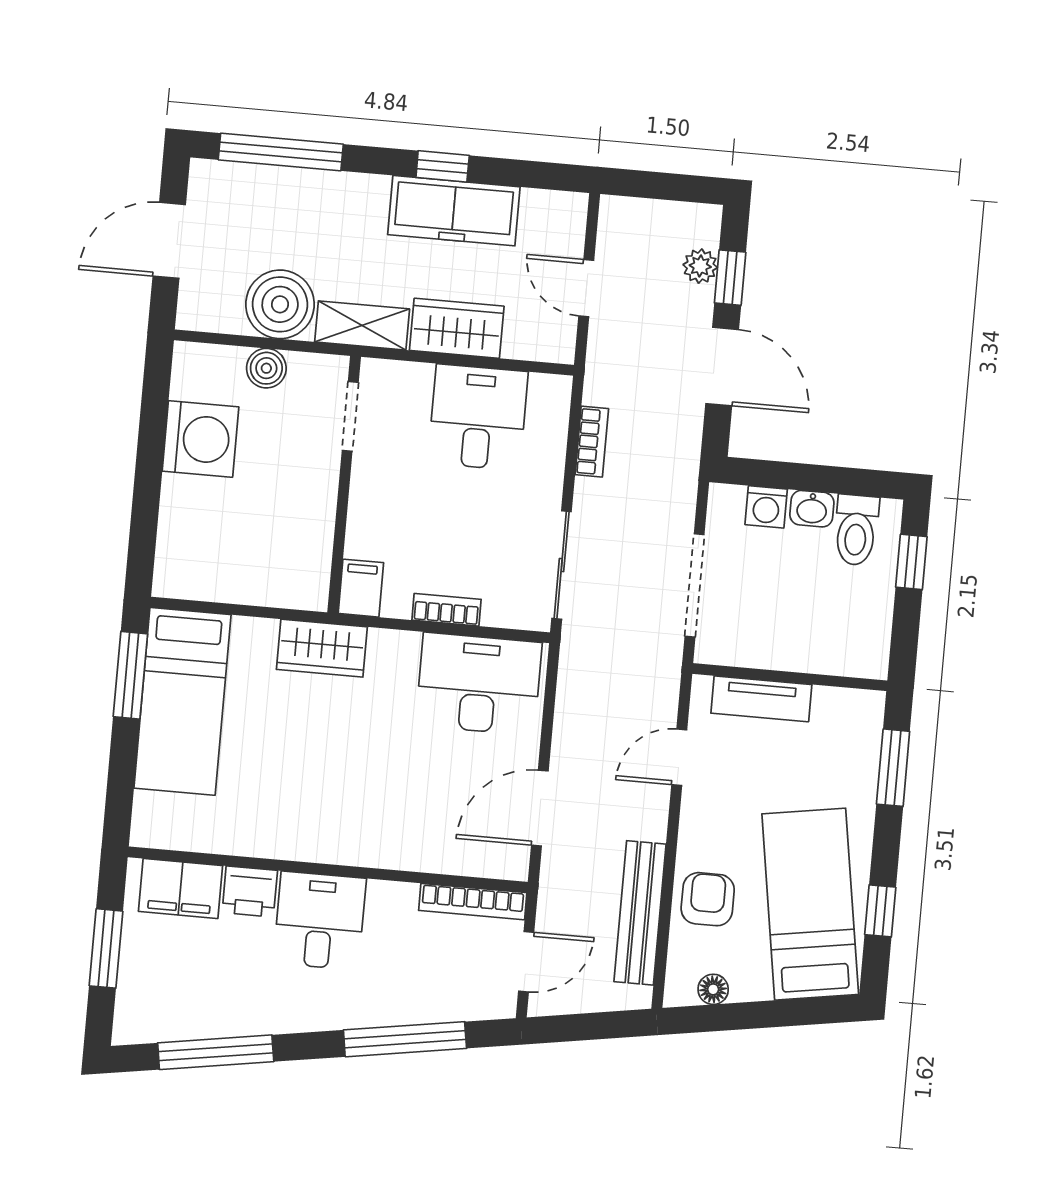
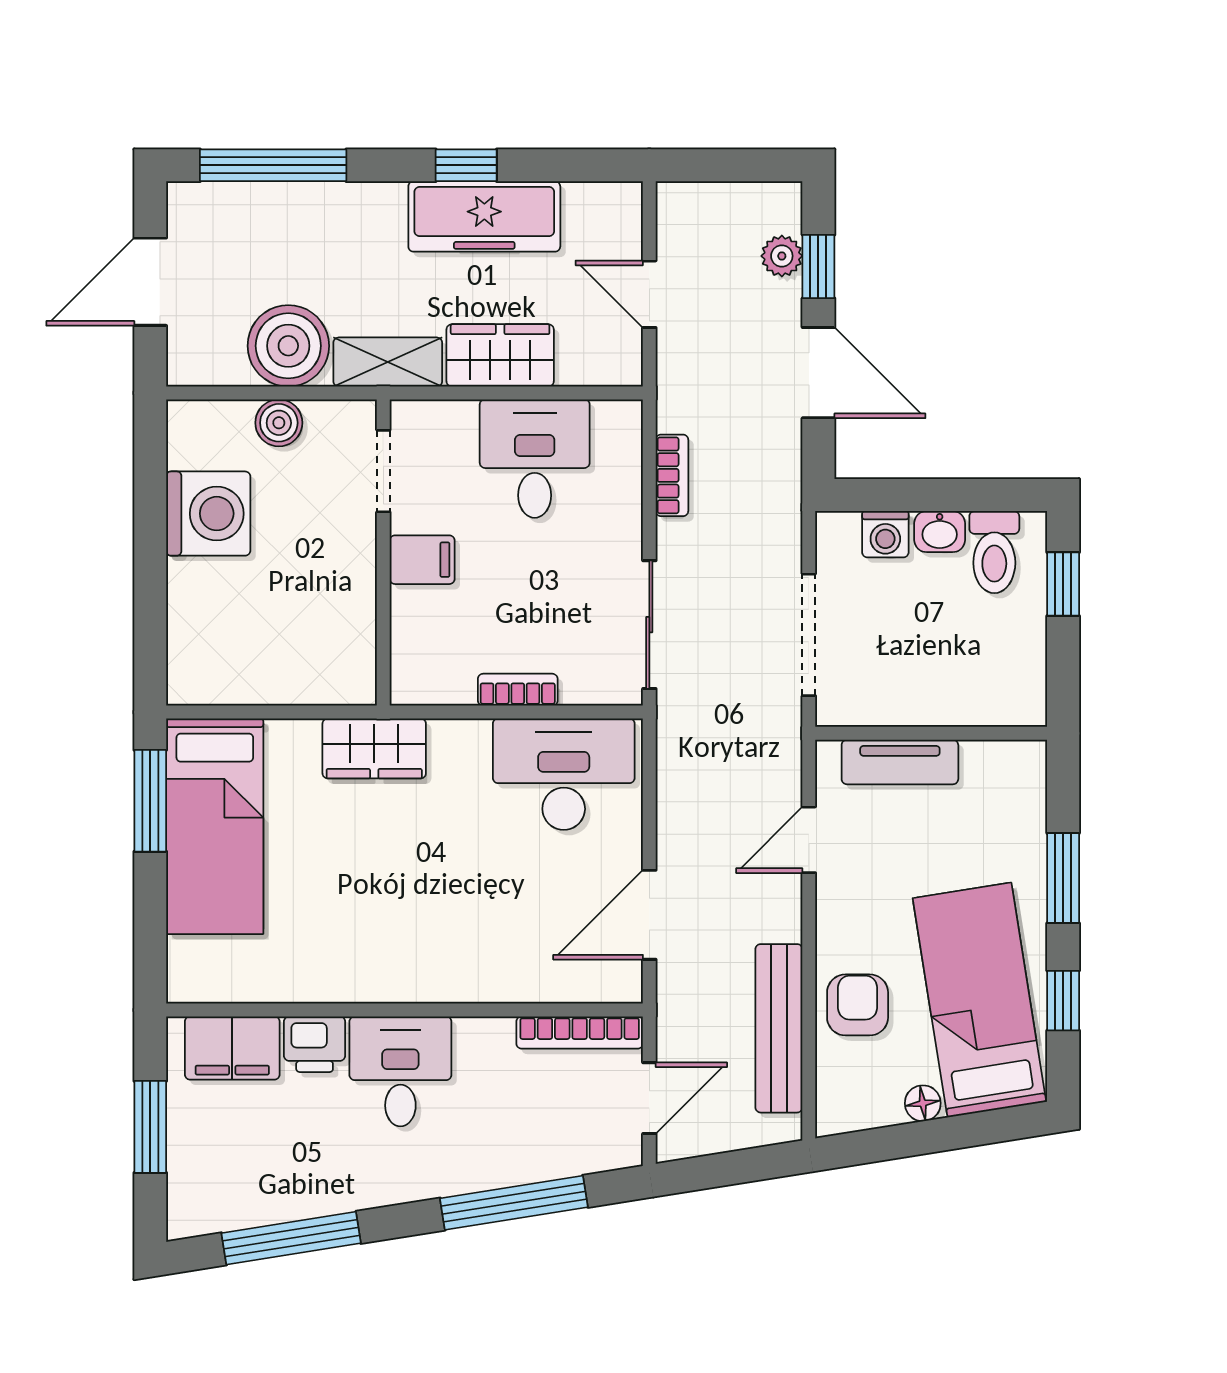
filing cabinet: (361, 588) -> (422, 560), moved, turned 90
window: (893, 768) -> (1063, 878), moved
floor lamp: (713, 989) -> (923, 1103), moved

